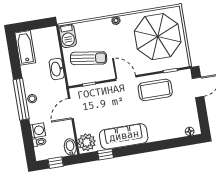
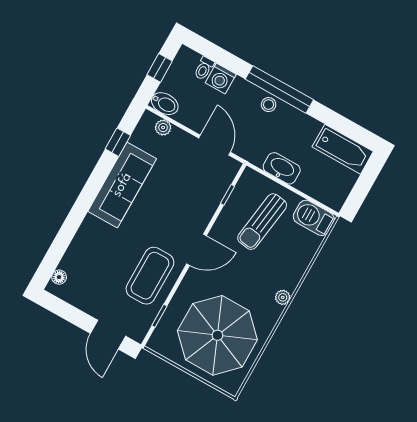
plant: (87, 142) -> (163, 128), width x0.53, depth x0.53

